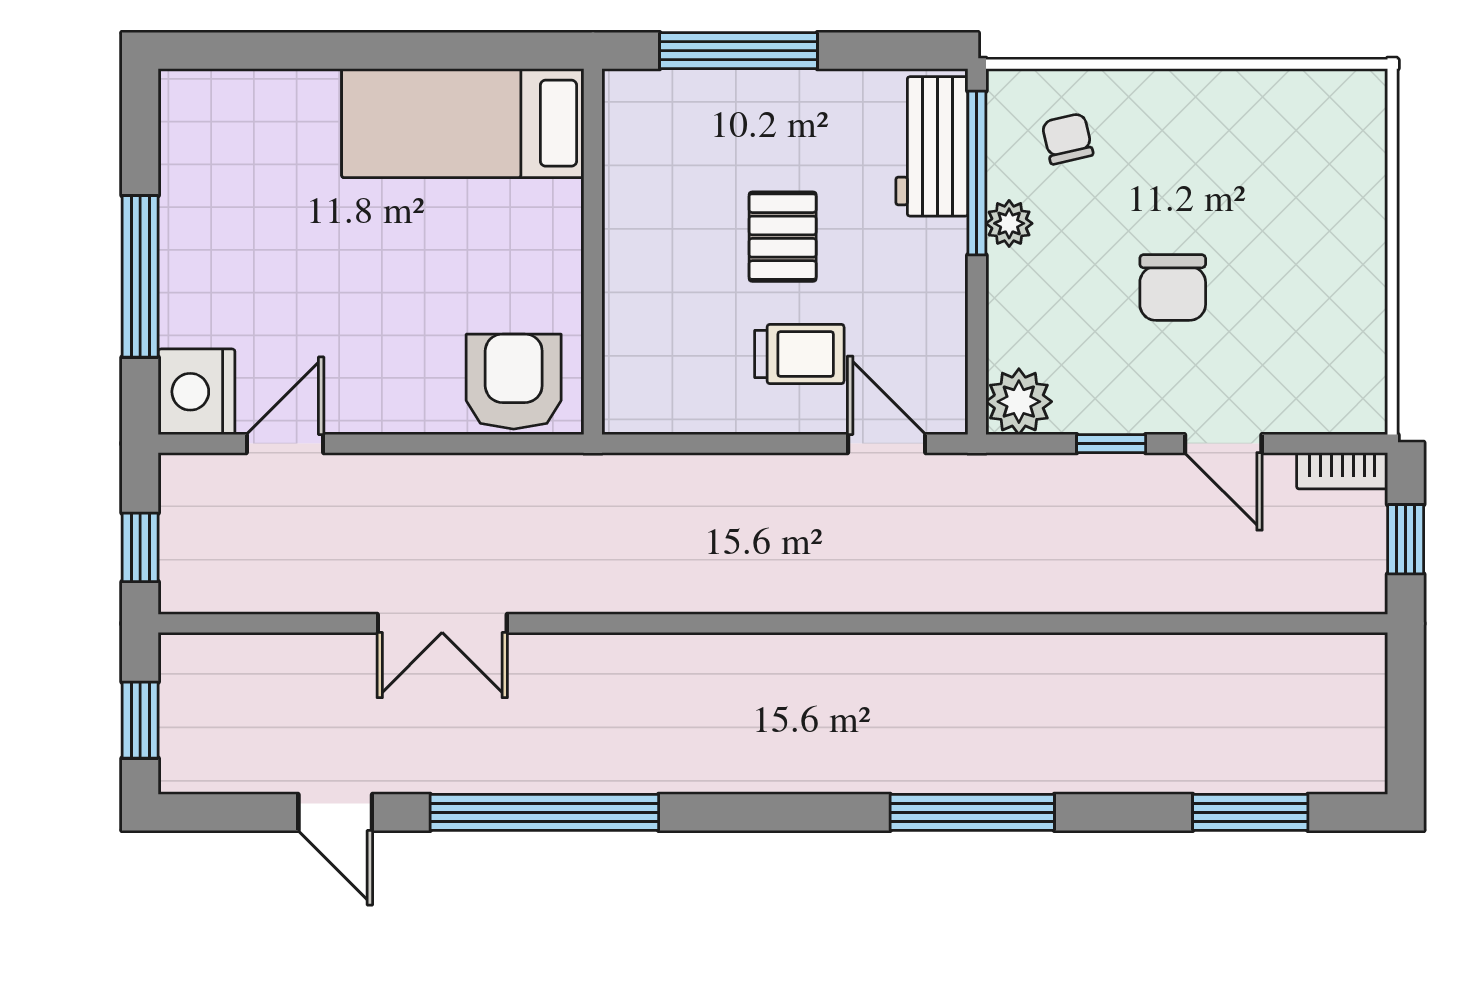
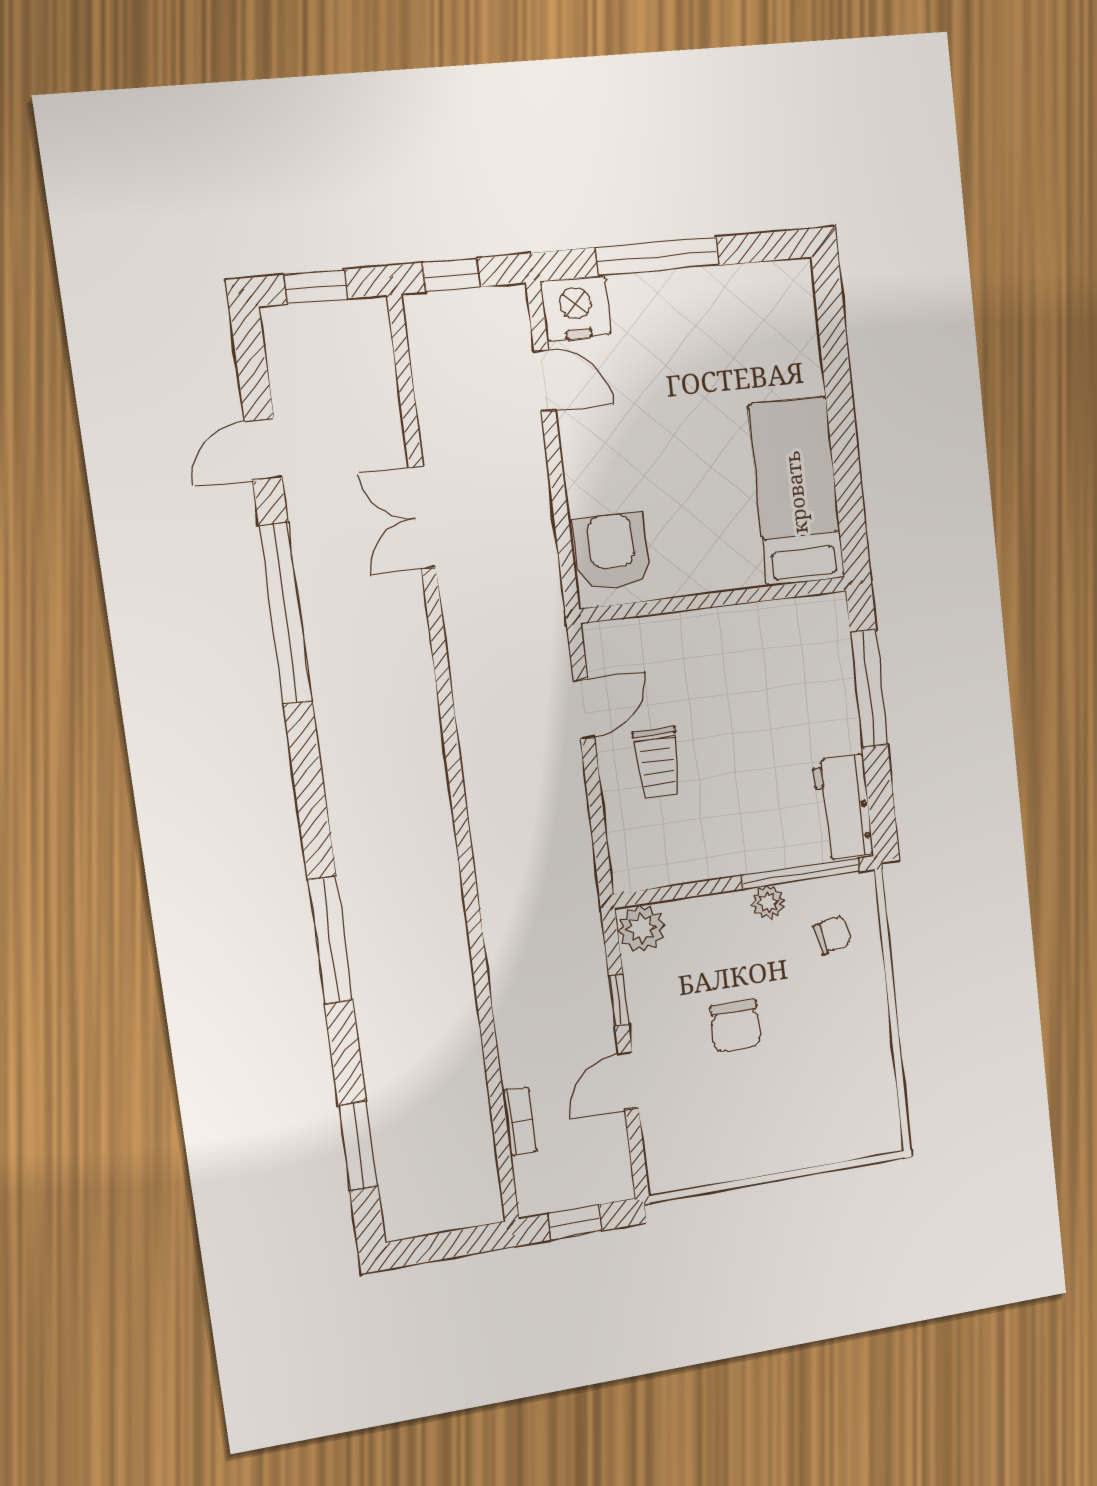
workbench: (932, 146) -> (843, 807), moved, turned -90
pallet: (783, 237) -> (741, 739), removed
chair: (1173, 288) -> (736, 1026), turned -90
armchair: (514, 382) -> (612, 551), turned -90
door: (887, 444) -> (584, 709), moved
bookcase: (1342, 471) -> (520, 1121), moved, turned 180

